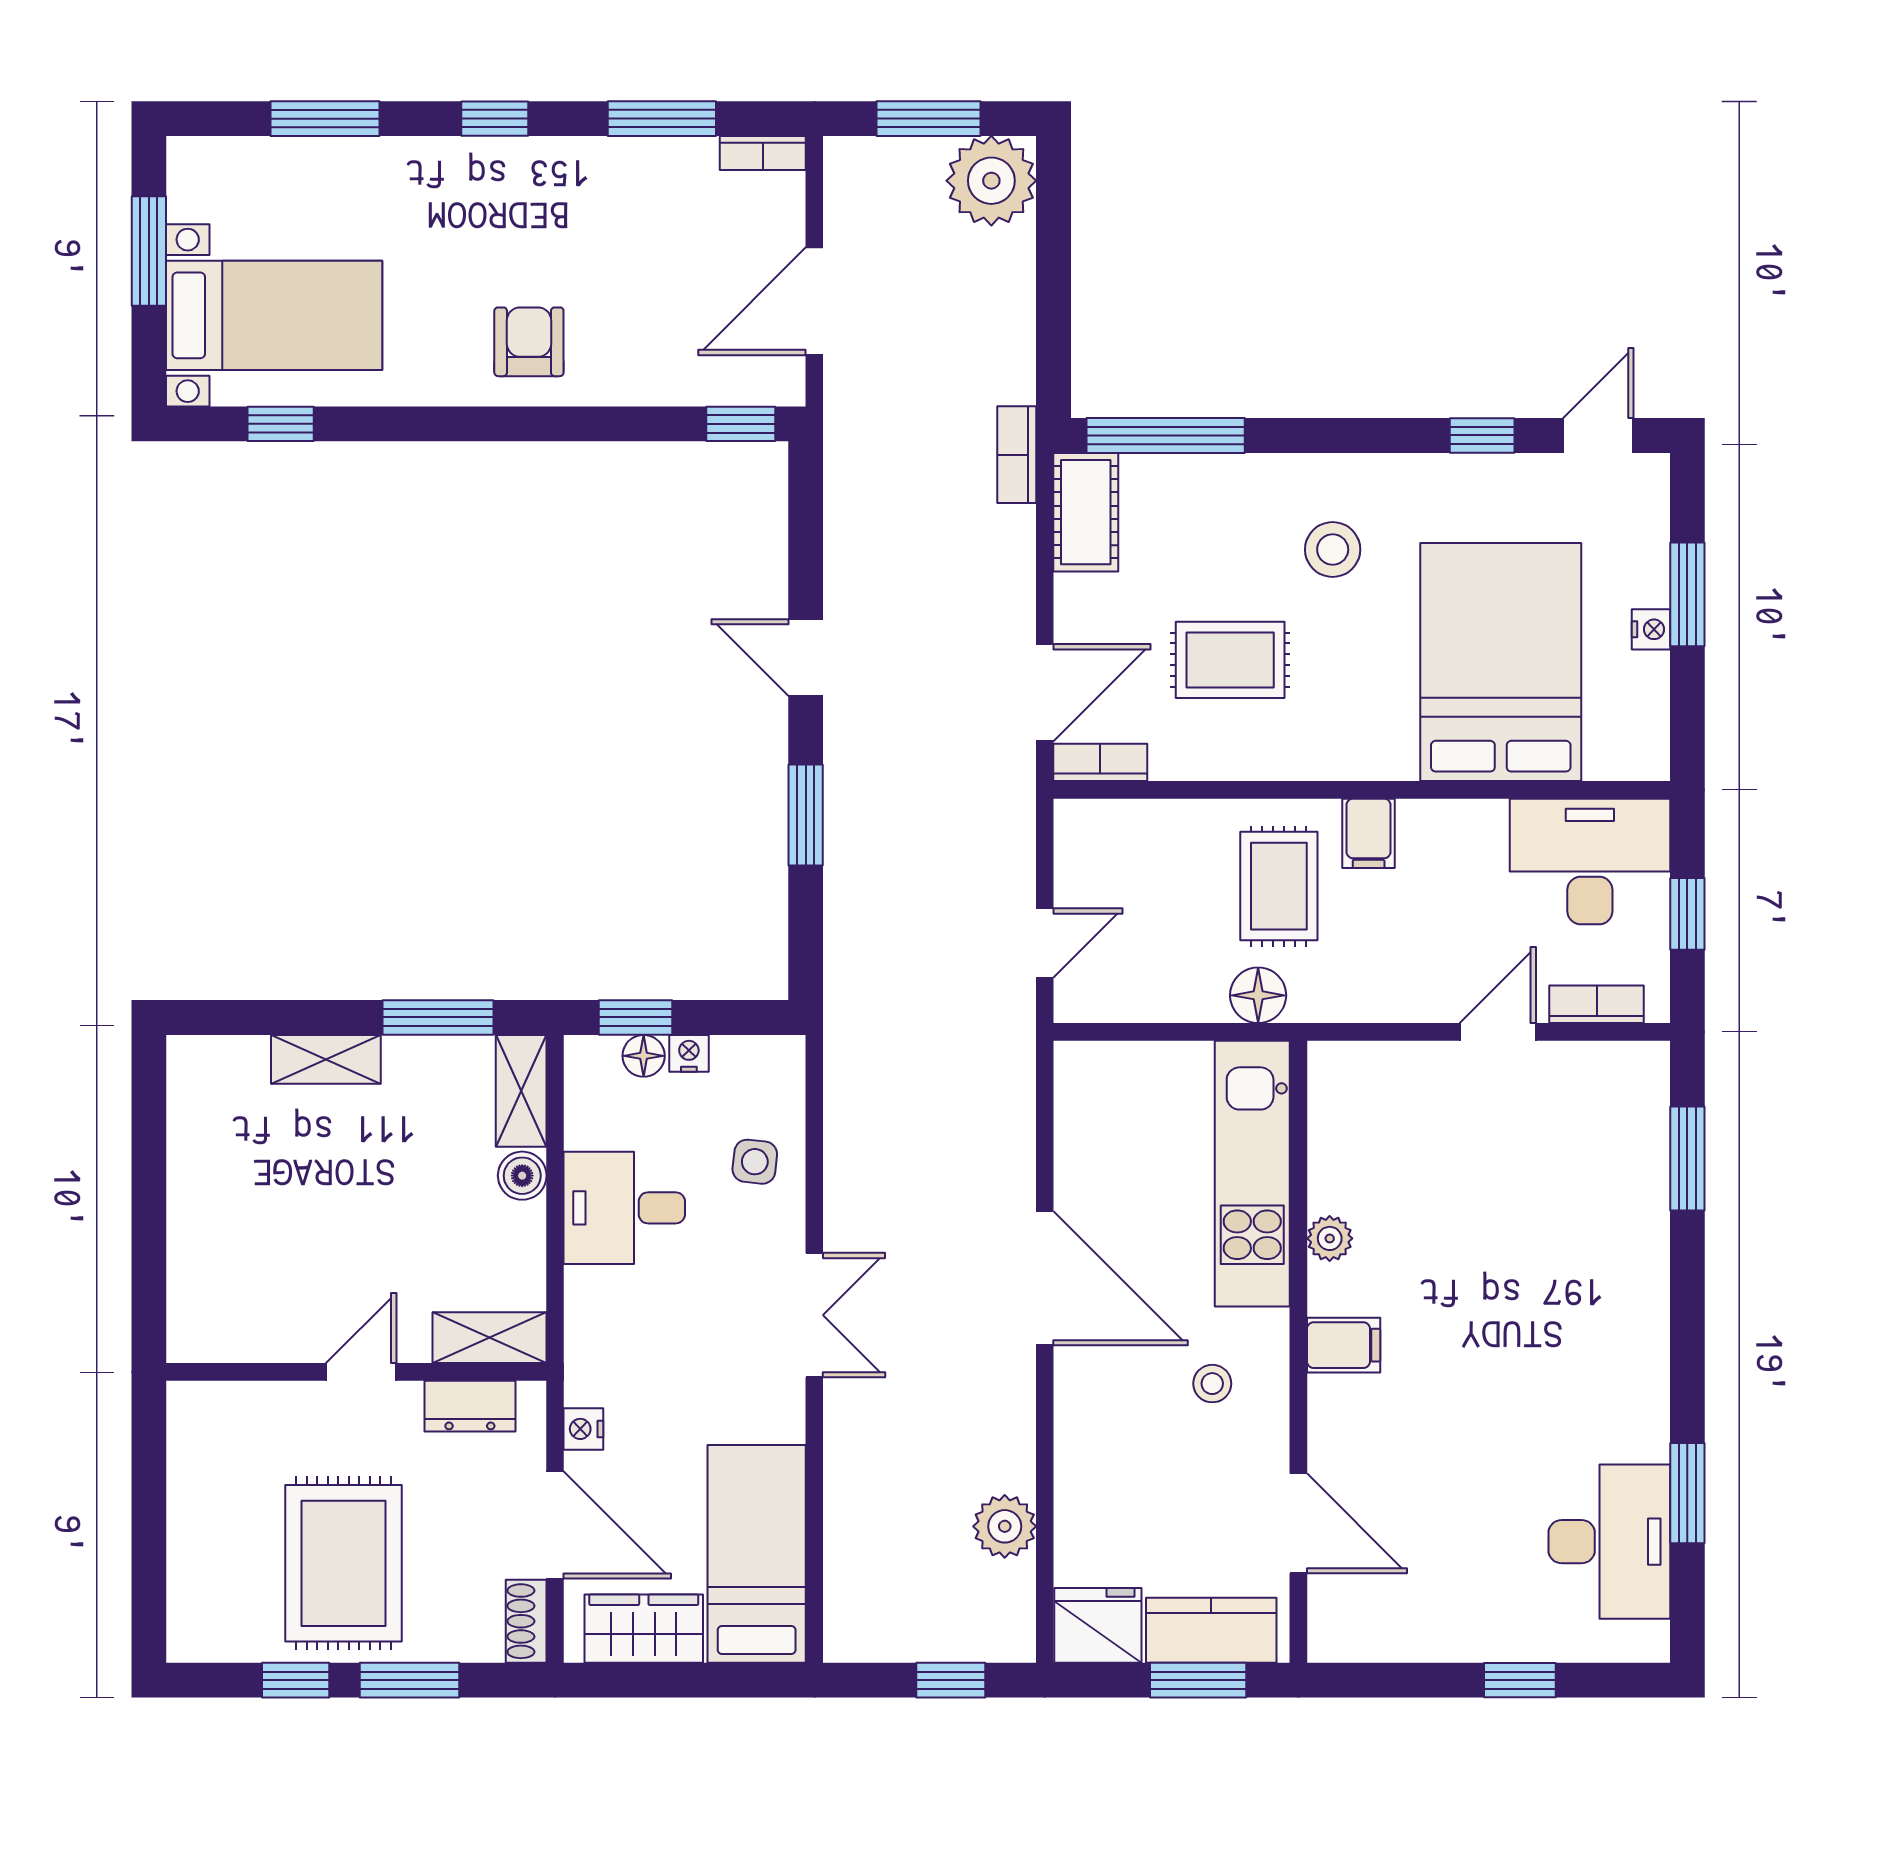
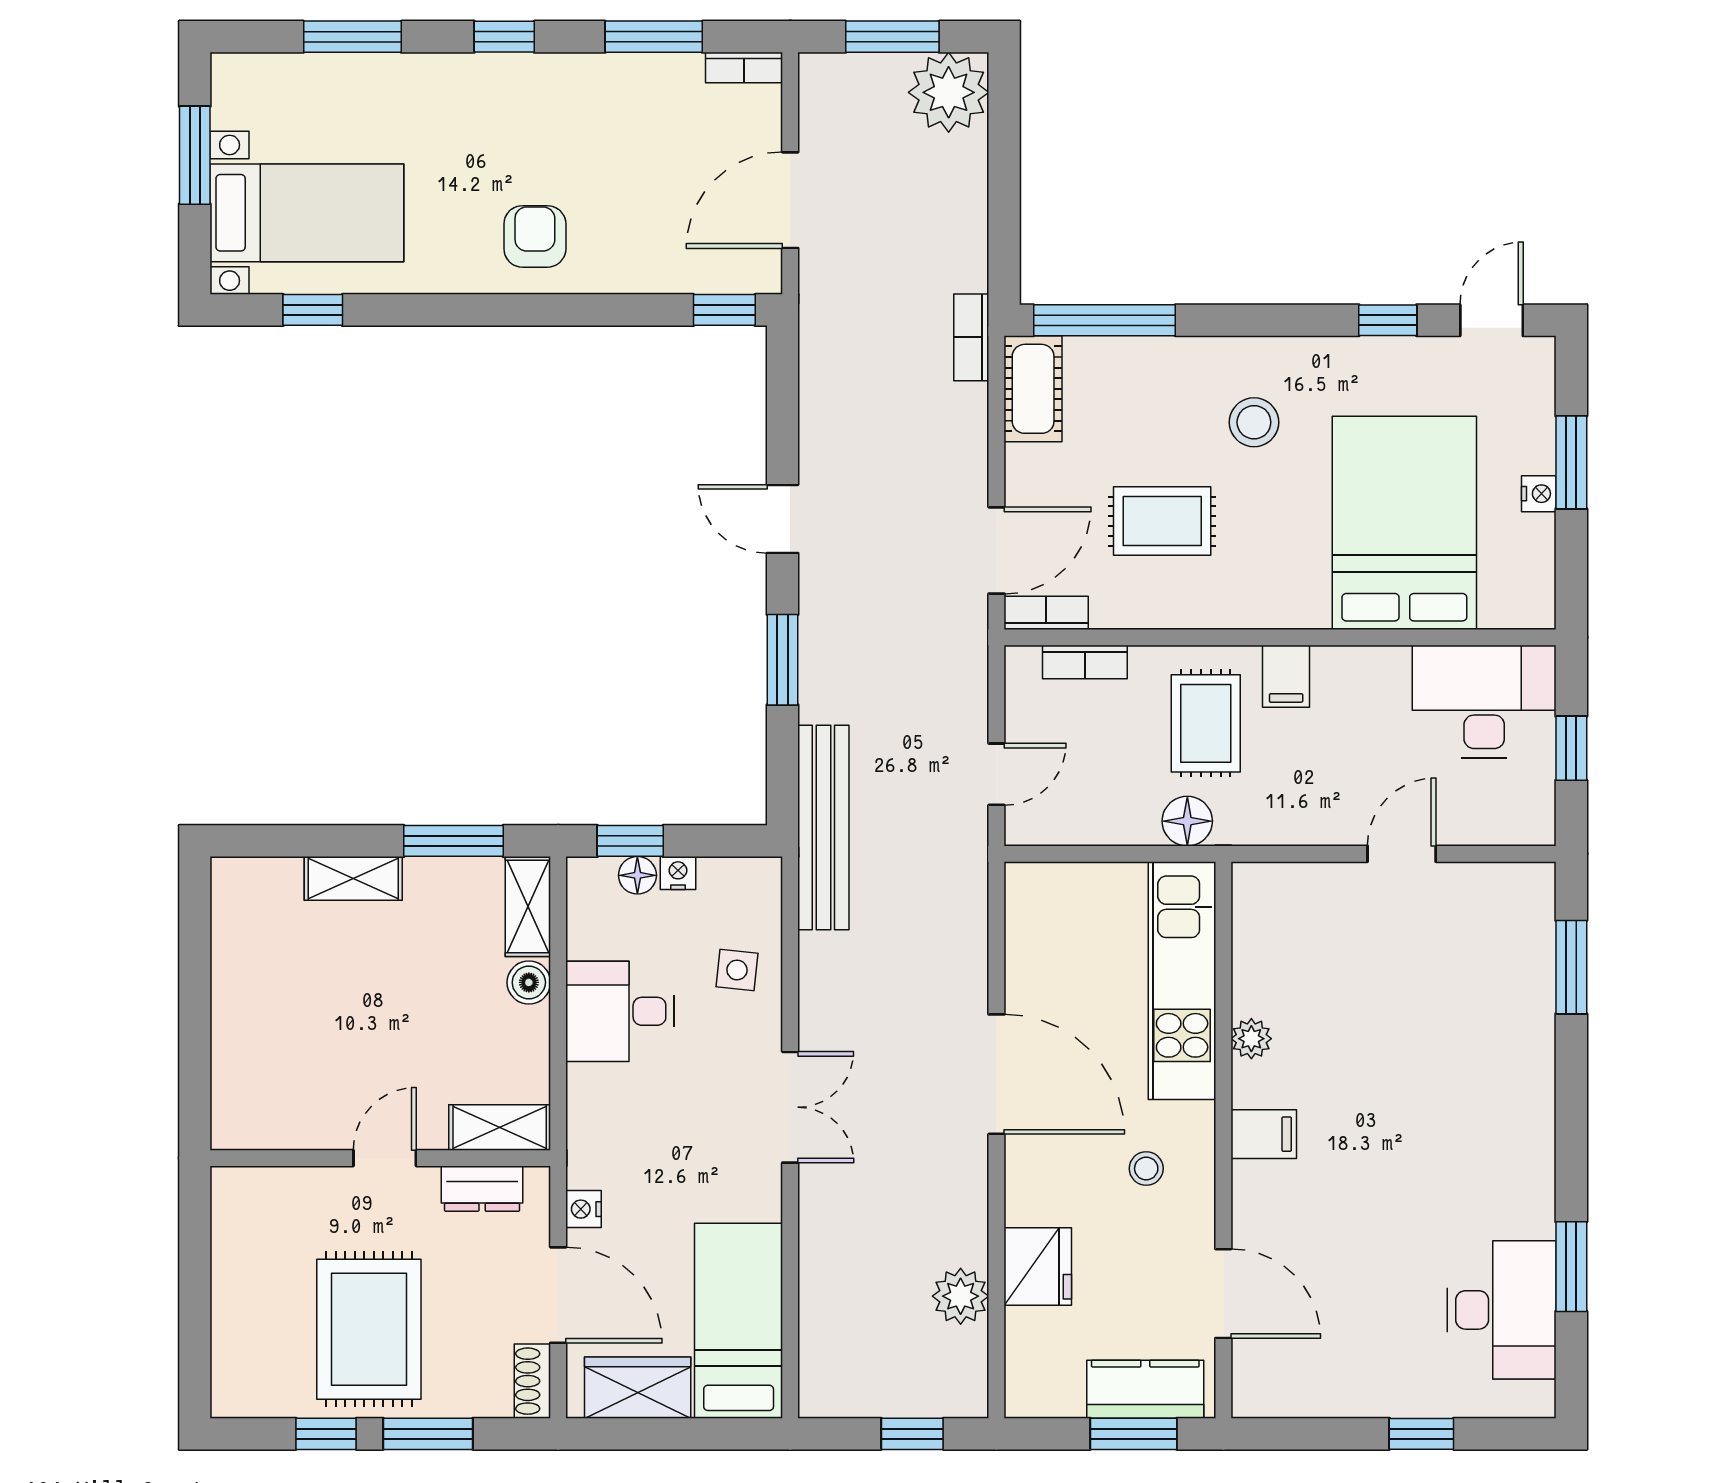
bench: (851, 1002) -> (823, 827), added
bookcase: (1597, 1004) -> (1085, 662), moved, turned 180
fridge: (1098, 1625) -> (1038, 1267), moved, turned 90

